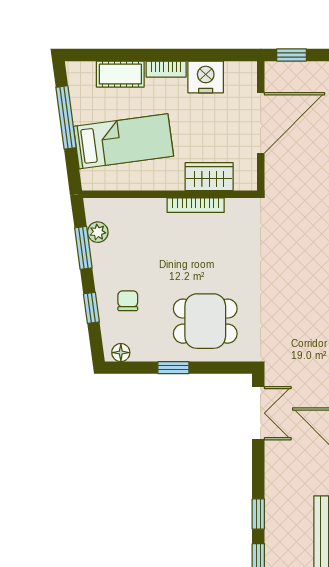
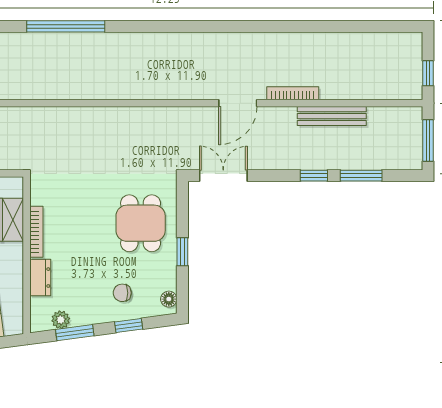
dresser: (145, 209) -> (40, 278), added

